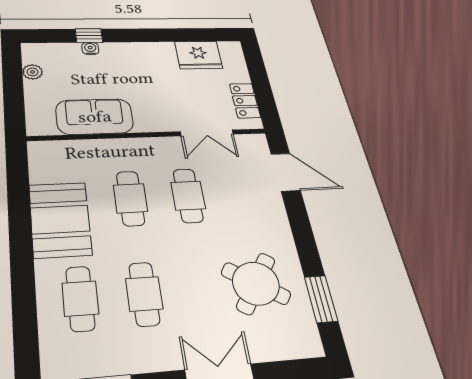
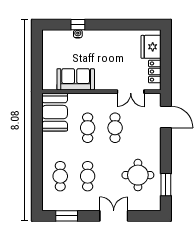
fridge: (199, 55) -> (151, 47), moved, turned 90
plant: (33, 72) -> (47, 49), removed
booth: (60, 219) -> (55, 112), moved
round table: (256, 283) -> (138, 175), turned -33

